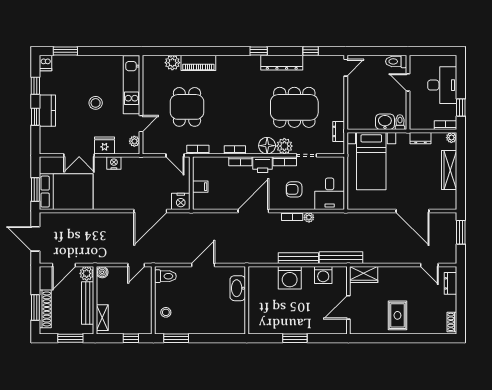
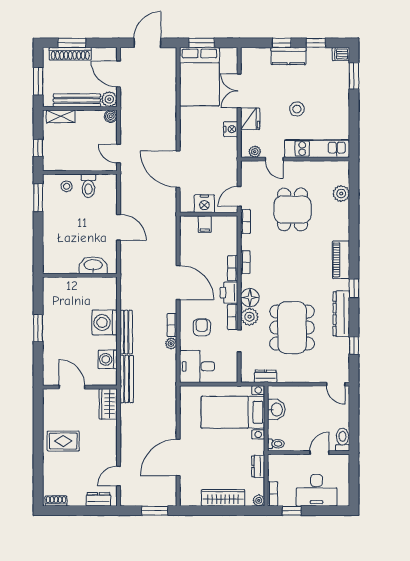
piano: (198, 63) -> (341, 260), moved
dining table: (187, 107) -> (292, 210), turned 90
washbasin: (385, 122) -> (276, 409), moved
nightstand: (181, 201) -> (204, 204), moved, turned -90
toilet: (165, 276) -> (88, 186), moved

